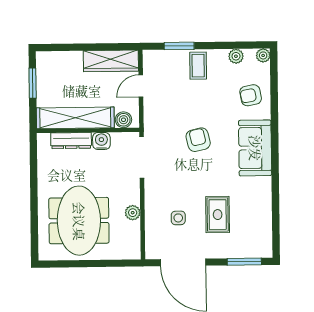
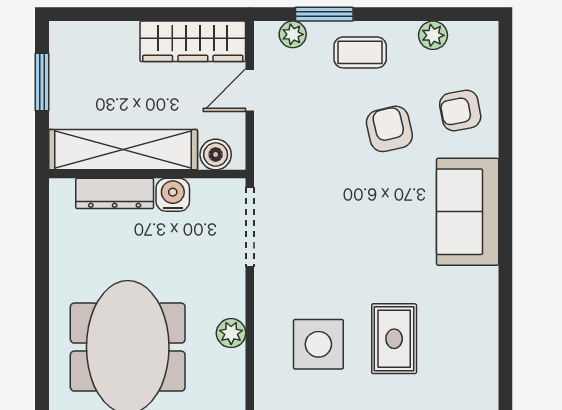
plant: (263, 55) -> (293, 34), moved
coffee table: (198, 66) -> (360, 52), turned 90
armchair: (198, 140) -> (389, 129), moved
side table: (178, 218) -> (318, 344), width x1.87, depth x1.87

